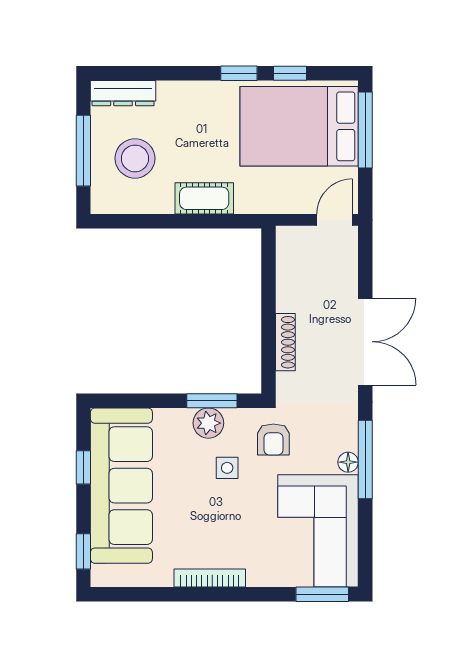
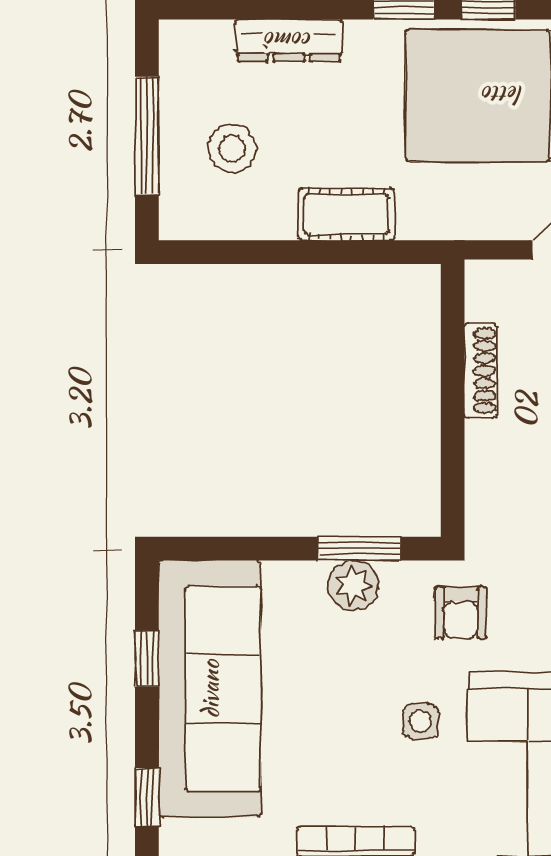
dresser: (123, 93) -> (289, 41), moved
stool: (135, 158) -> (232, 149), width x0.73, depth x0.73
shoe rack: (285, 342) -> (481, 371), moved
side table: (227, 468) -> (421, 721), moved

